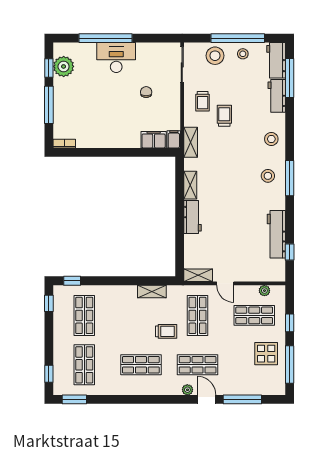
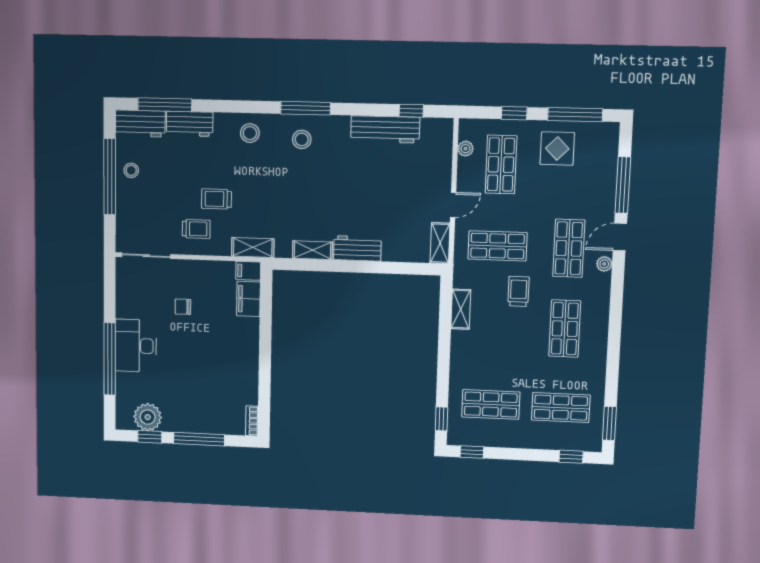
stool: (215, 56) -> (134, 210), removed

